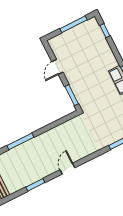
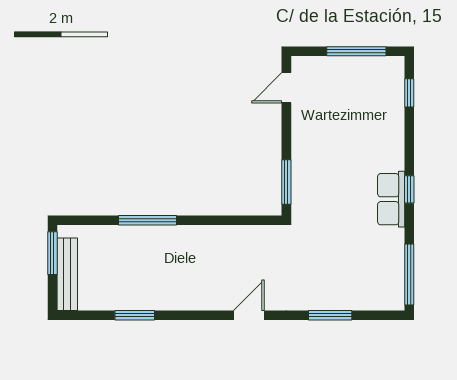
door: (57, 67) -> (286, 88), moved
door: (67, 169) -> (249, 315), moved

